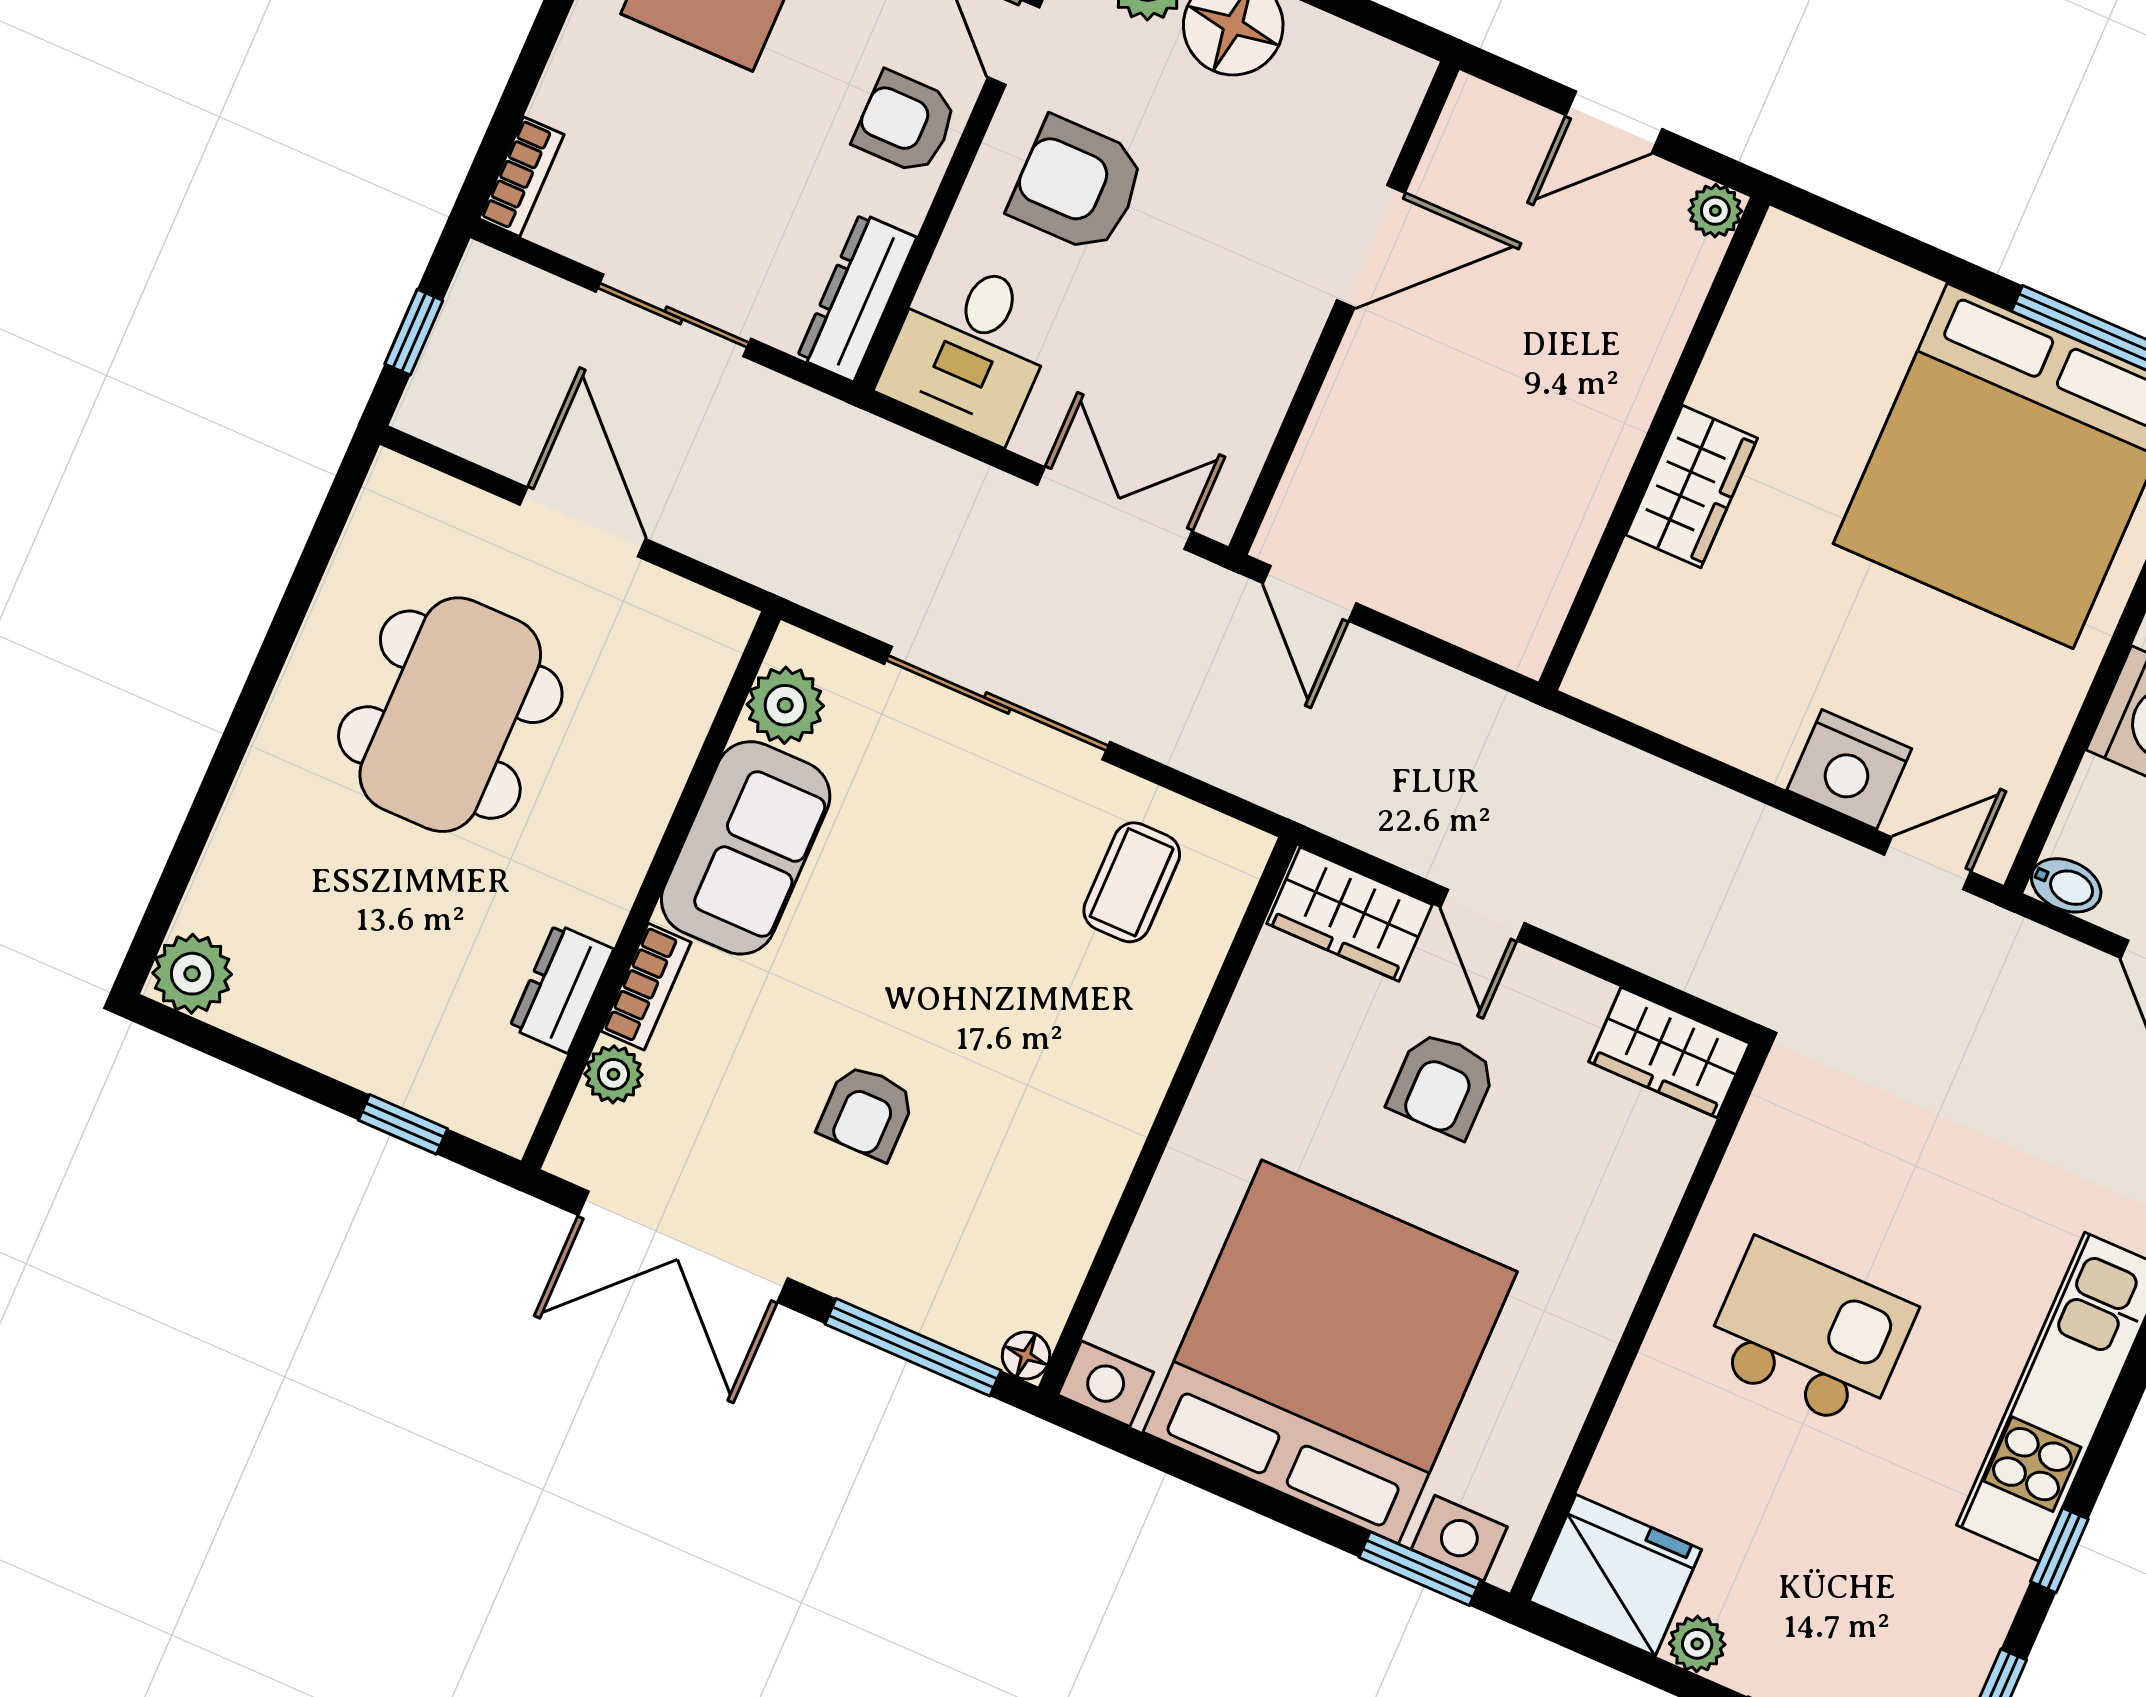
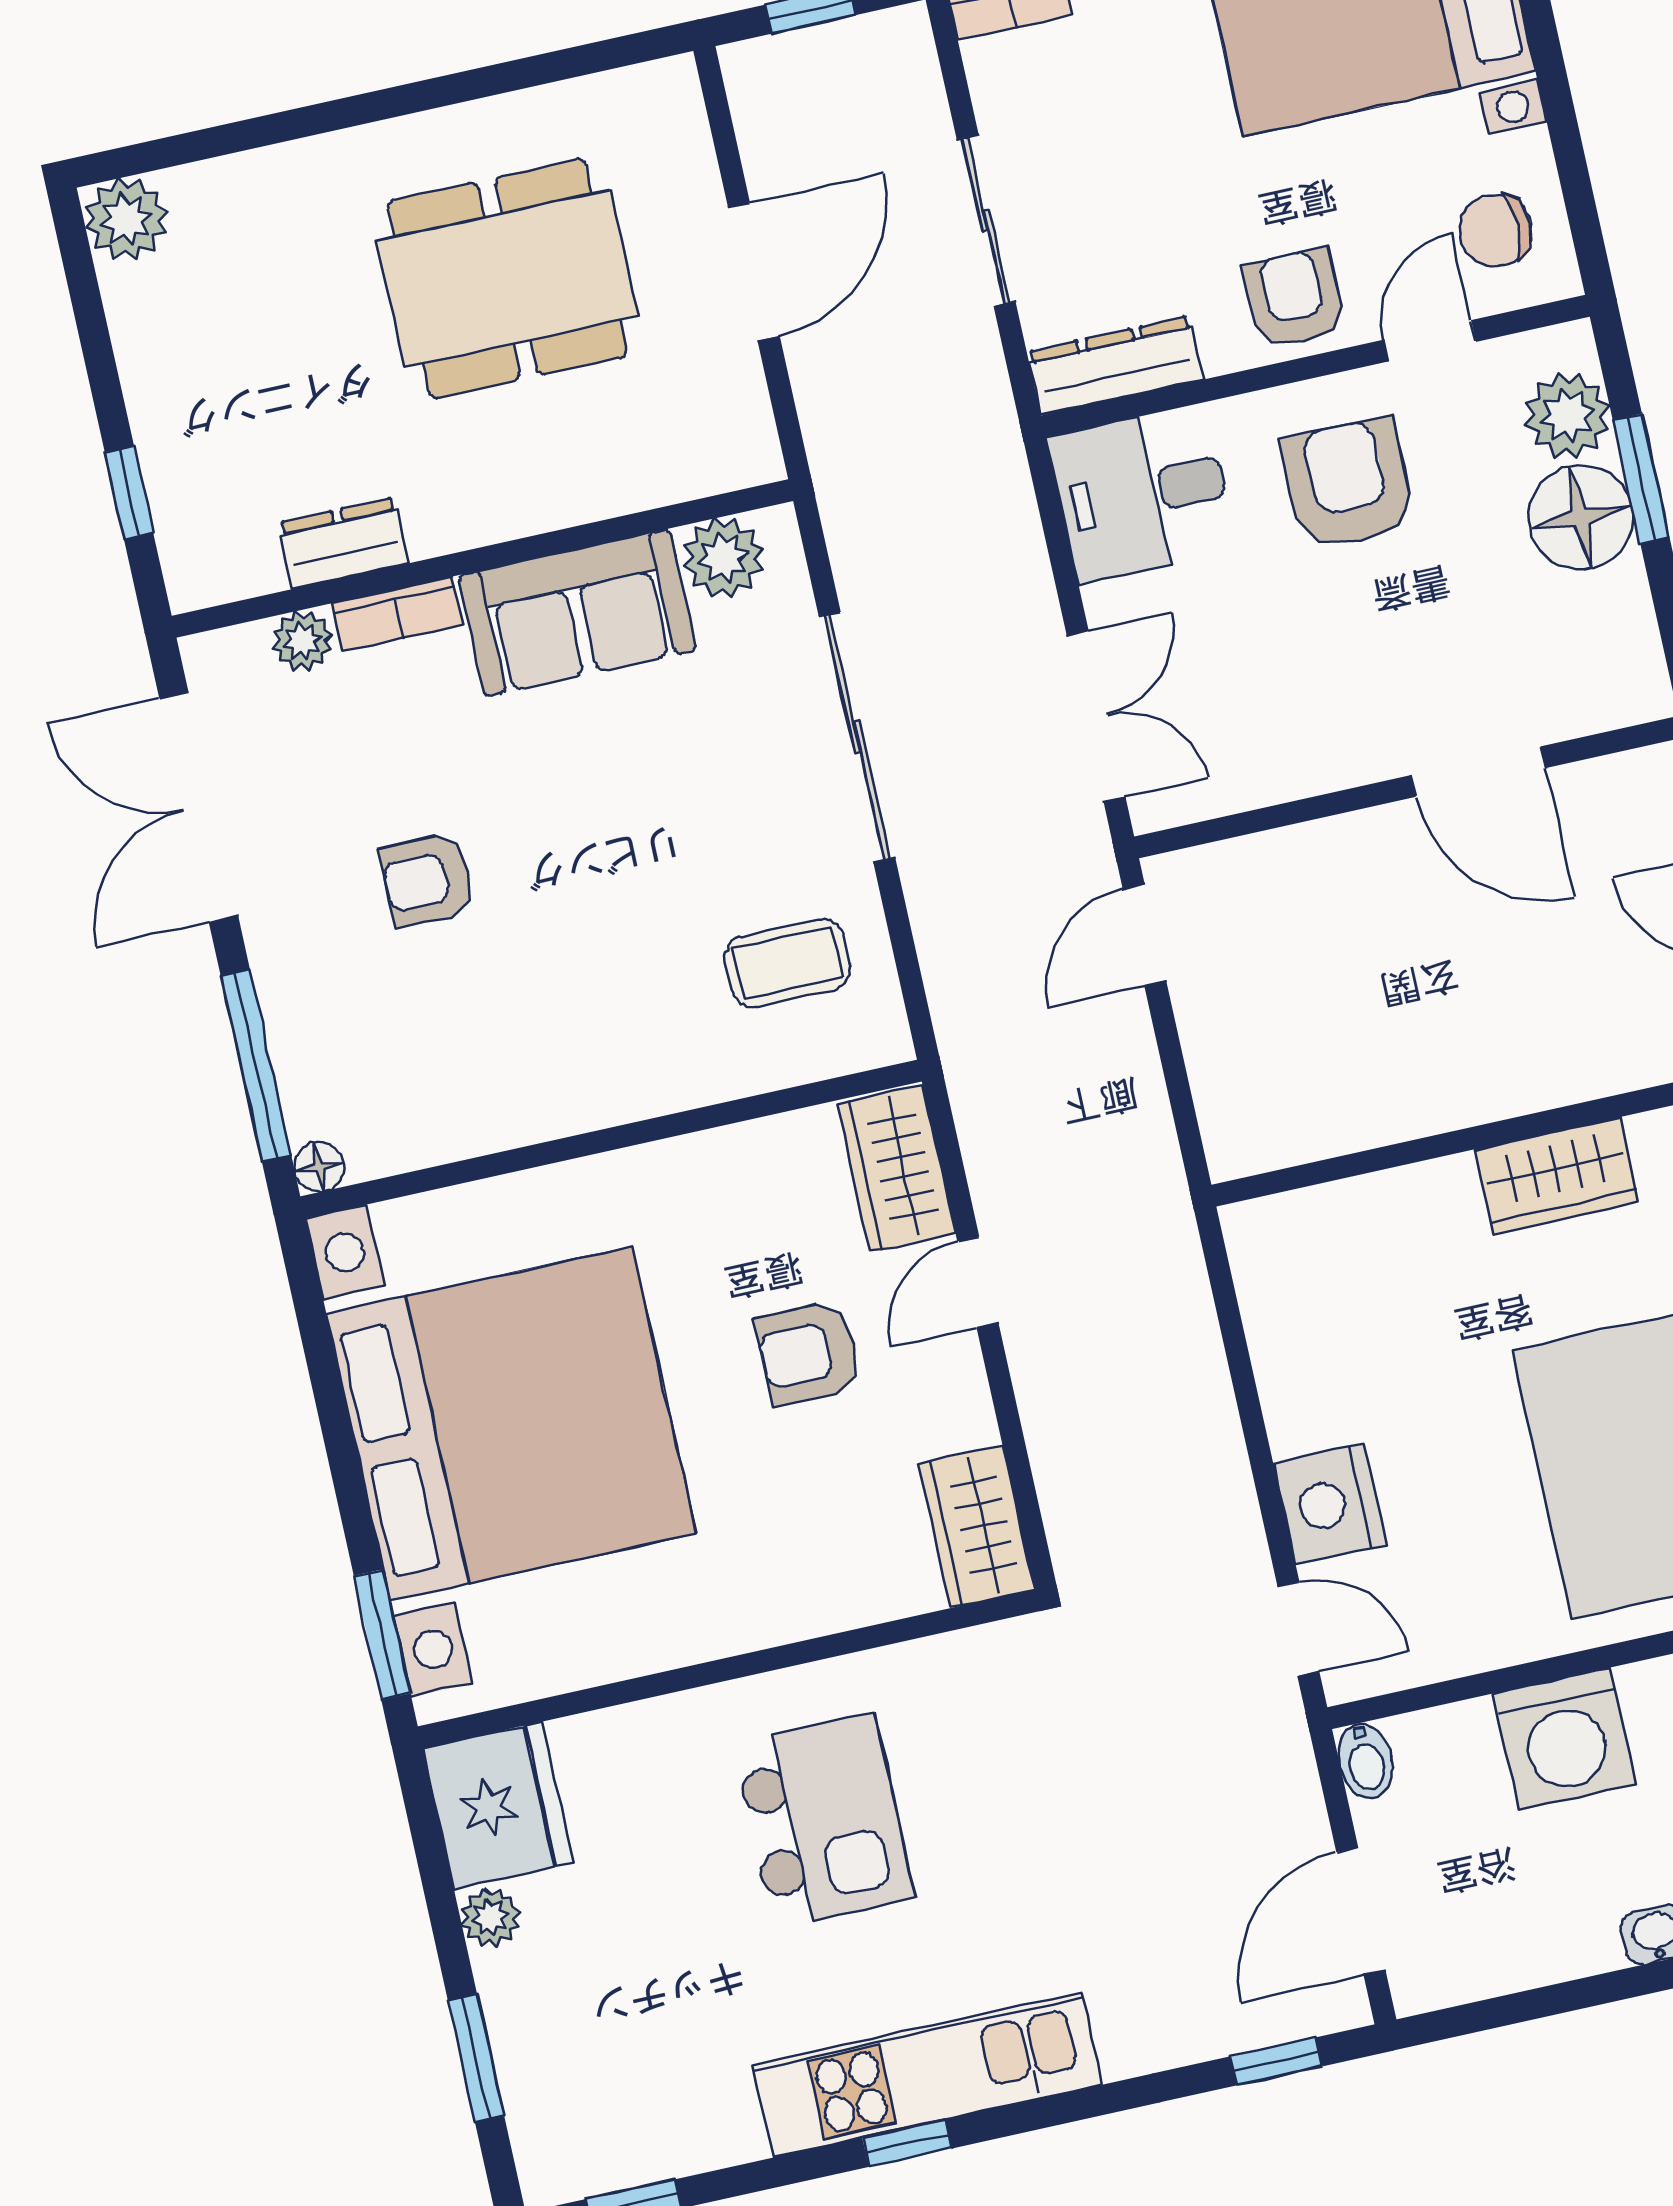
wardrobe: (1692, 486) -> (1557, 1175), moved
window: (2059, 1550) -> (907, 2143), moved

